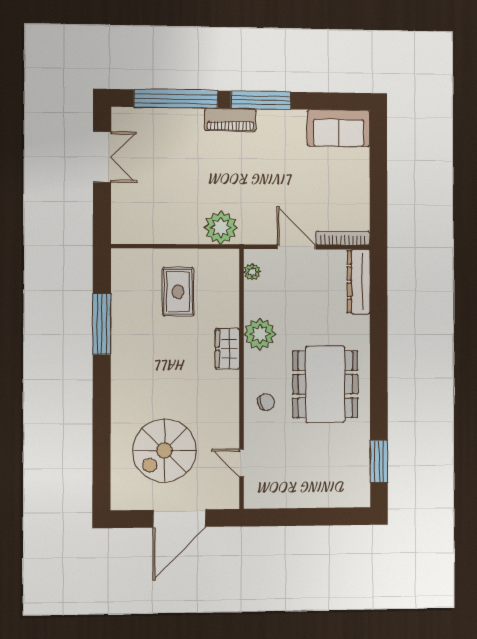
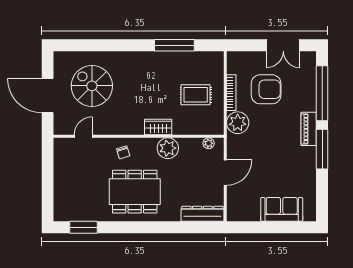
sofa: (339, 128) -> (282, 209), moved, turned 90
armchair: (170, 184) -> (266, 89), added
bookcase: (343, 238) -> (231, 93), moved

